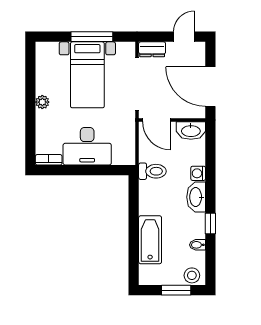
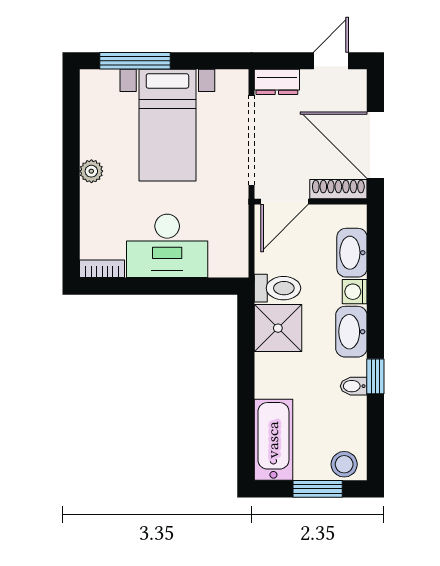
window: (92, 37) -> (135, 61), moved
shoe rack: (188, 113) -> (338, 189), added
door: (157, 120) -> (284, 202), hinge flipped
washbasin: (191, 131) -> (352, 253), moved, turned 90
shower: (153, 195) -> (278, 328), added
bathtub: (150, 240) -> (273, 440), moved
bidet: (198, 245) -> (354, 386), moved

